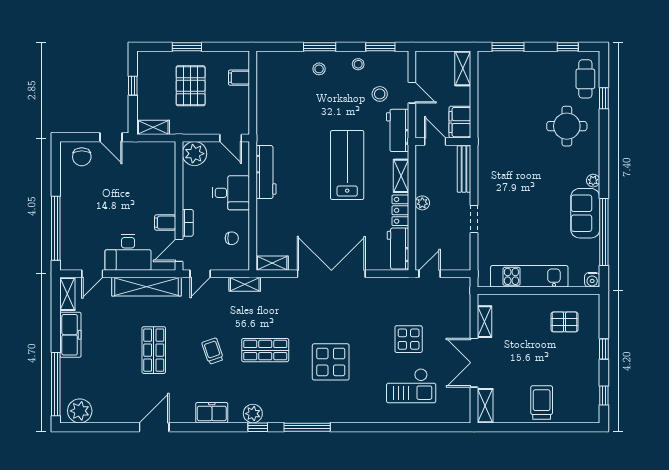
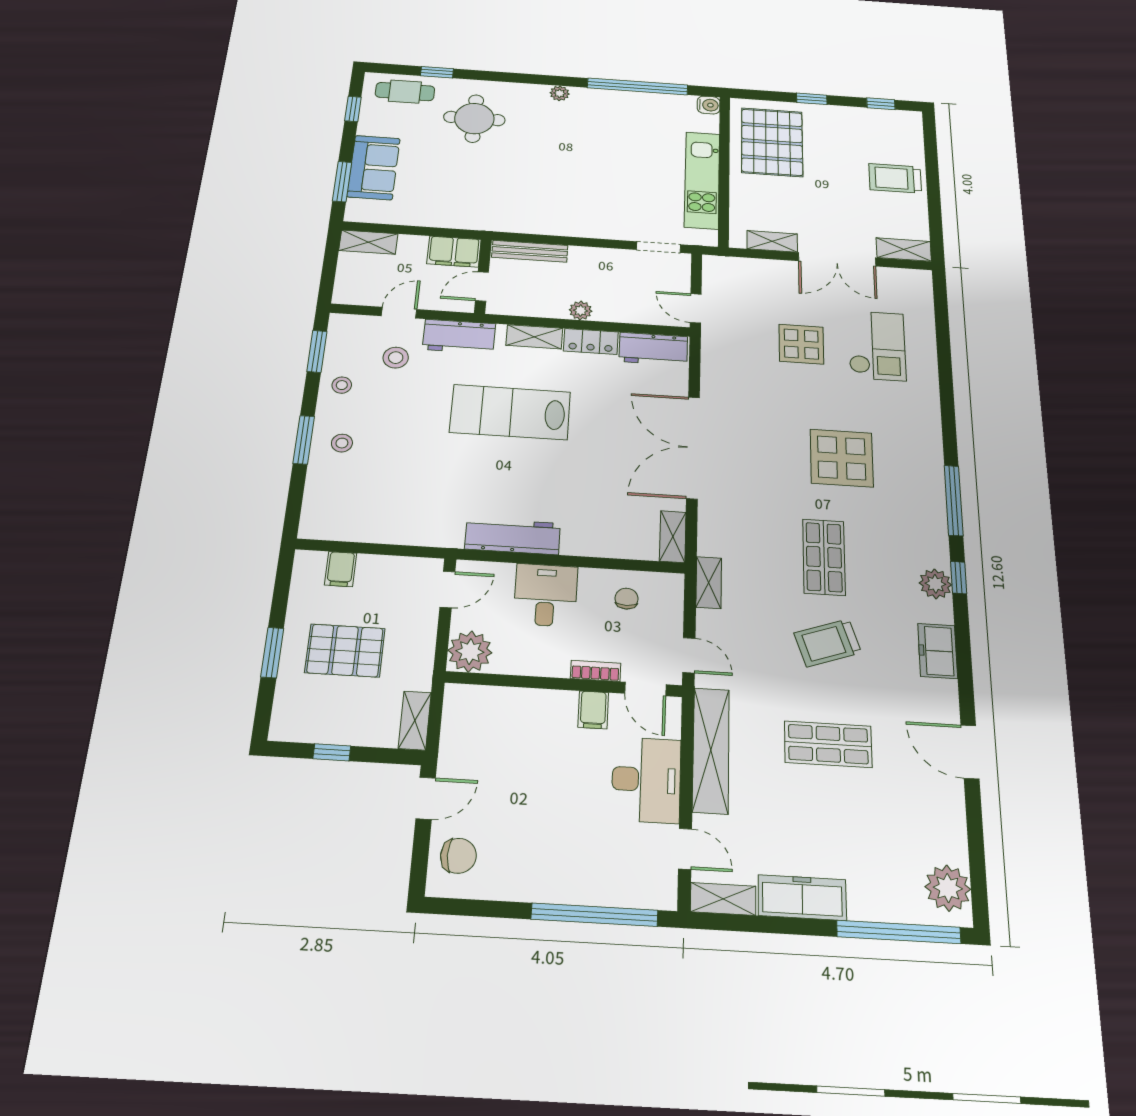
sofa: (585, 213) -> (374, 168), moved, turned -90
doorway: (474, 219) -> (659, 247), moved
pallet: (565, 322) -> (772, 142), width x2.05, depth x2.00
trolley: (213, 351) -> (828, 643), width x1.36, depth x1.39

